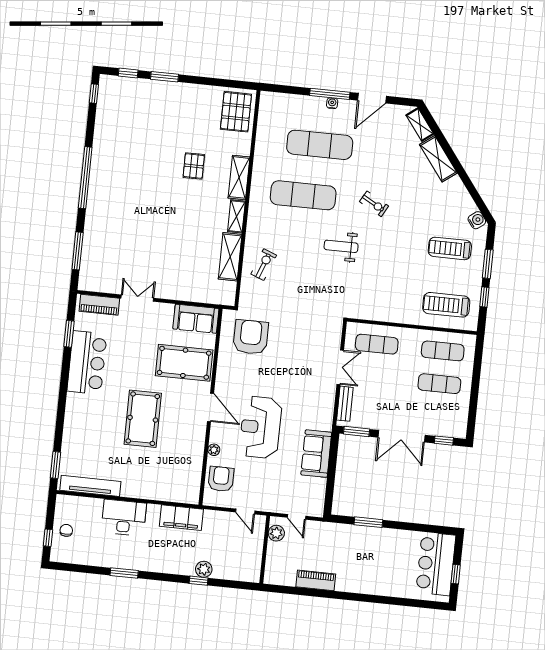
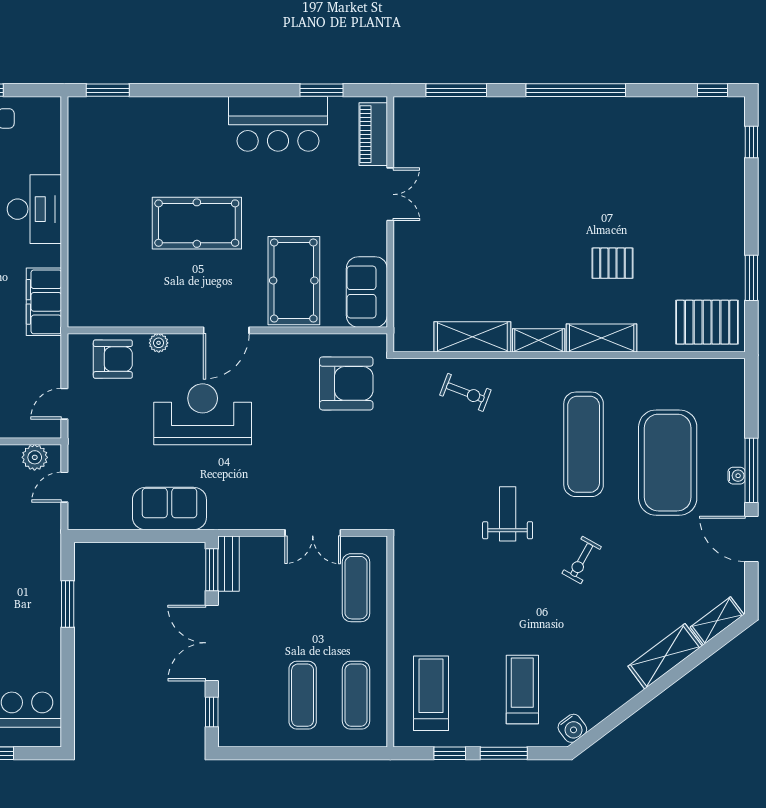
window: (165, 77) -> (751, 278), moved
exercise mat: (320, 145) -> (668, 463), width x1.47
bench: (345, 404) -> (229, 564), moved, turned 90
tv unit: (90, 486) -> (80, 150), removed

